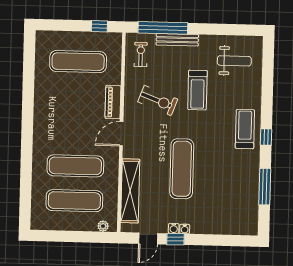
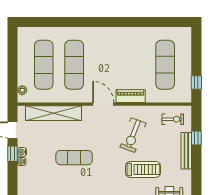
window: (163, 28) -> (196, 138), width x0.32
treadmill: (197, 90) -> (143, 169), turned 180
exercise mat: (182, 169) -> (74, 158), width x0.73, depth x0.69

